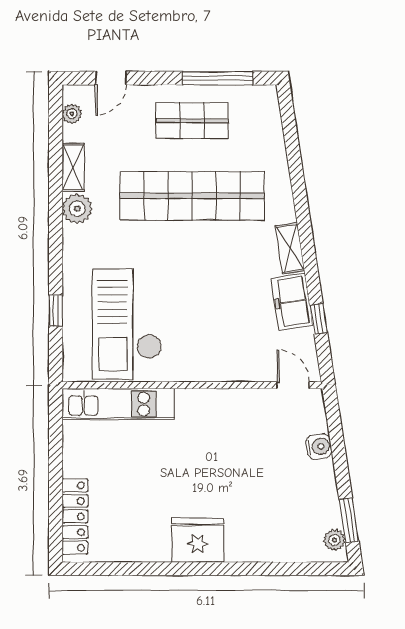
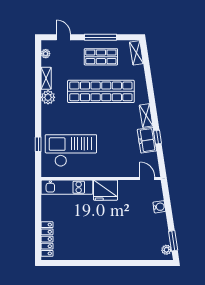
door: (111, 78) -> (64, 37), swing flipped
window: (218, 78) -> (101, 37), moved
shelving: (269, 112) -> (136, 53), added
window: (318, 319) -> (157, 137), moved
checkout: (127, 324) -> (71, 150), turned 90
fridge: (198, 540) -> (105, 190), moved, turned 180

